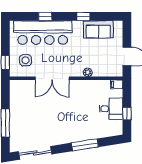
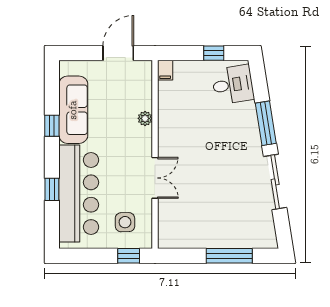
sofa: (98, 29) -> (73, 110), width x1.36
double door: (52, 78) -> (155, 178), width x0.73
desk: (111, 109) -> (233, 85), moved, turned 81
sliding door: (35, 153) -> (275, 182), moved

